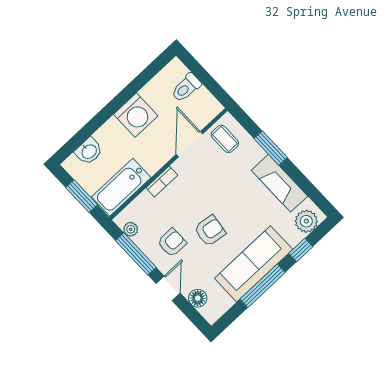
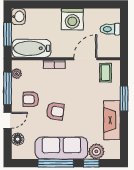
washbasin: (89, 151) -> (18, 17), moved, turned -90
plant: (306, 221) -> (96, 151), moved
armchair: (172, 243) -> (31, 99), turned 180

